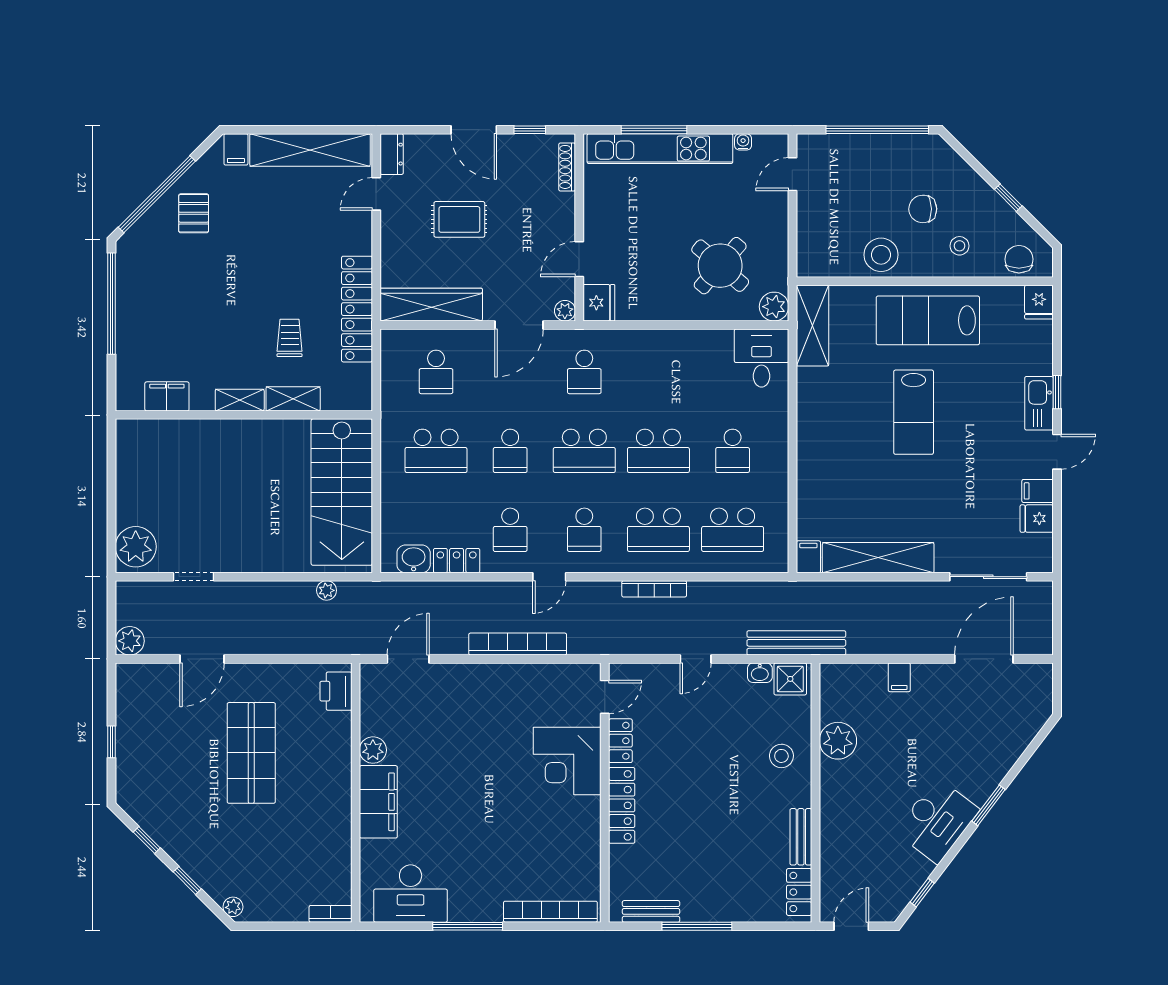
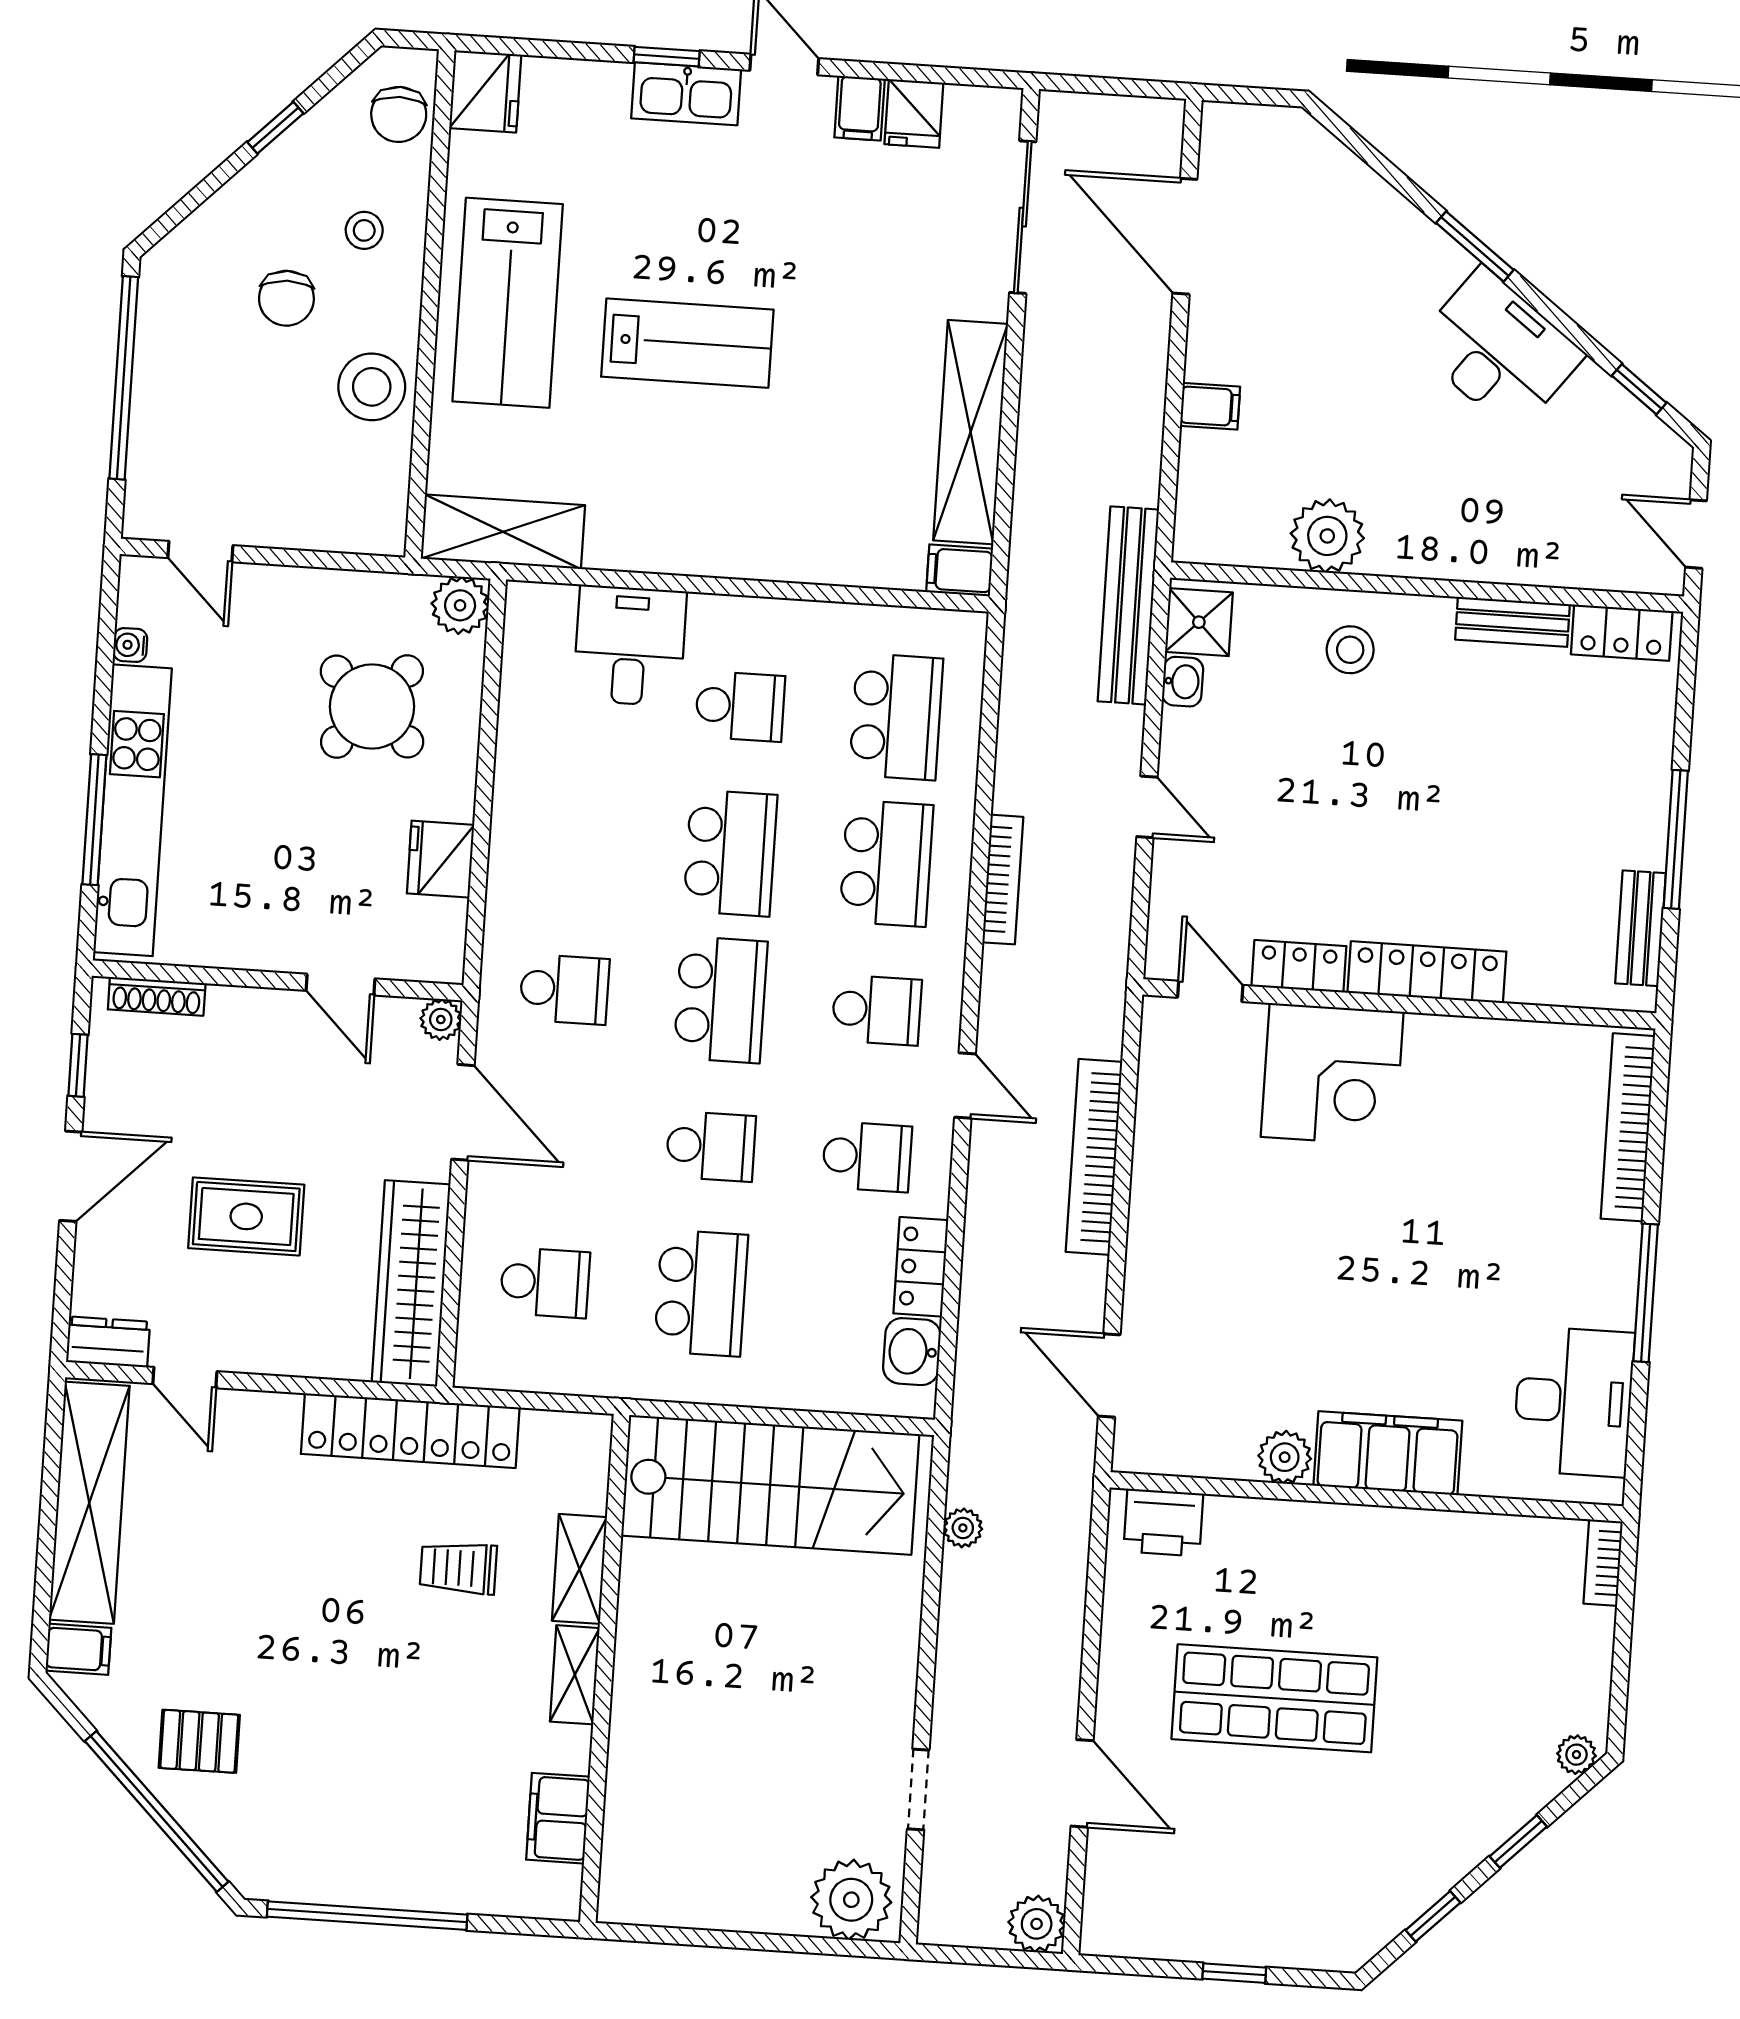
rug: (459, 219) -> (246, 1216), turned 90
chair: (1019, 259) -> (399, 114), turned -90
fridge: (1039, 302) -> (485, 91), width x1.38
fridge: (599, 303) -> (441, 859), moved, turned -90
desk: (761, 358) -> (630, 646), moved, turned 90

